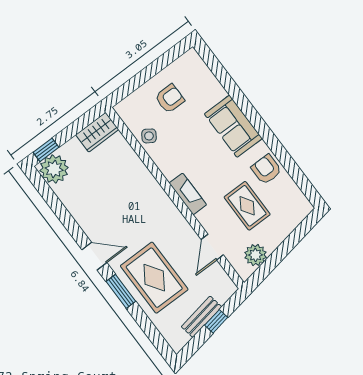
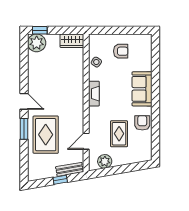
fireplace: (188, 194) -> (94, 94), moved
bench: (202, 317) -> (69, 169), moved

